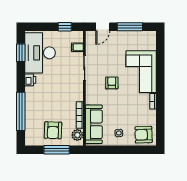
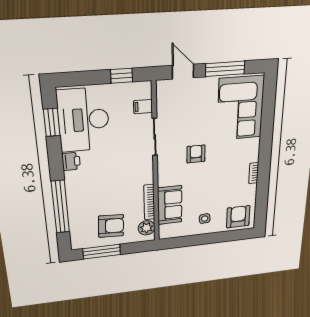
door: (103, 27) -> (183, 72), swing flipped
corner sofa: (141, 72) -> (240, 108), moved
sofa: (94, 124) -> (170, 205), width x0.73
armchair: (53, 130) -> (111, 226), turned -89
armchair: (144, 135) -> (238, 217), turned 92
window: (57, 150) -> (102, 252), moved

